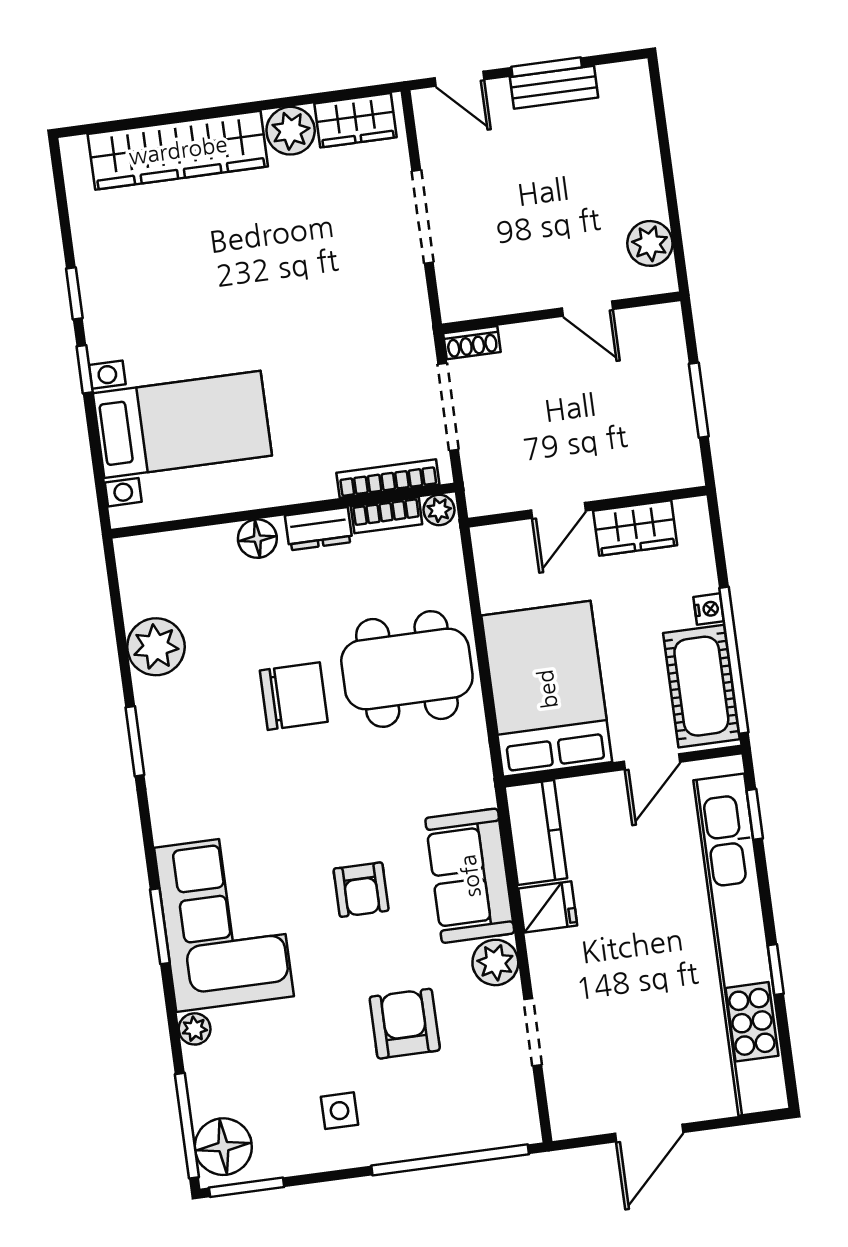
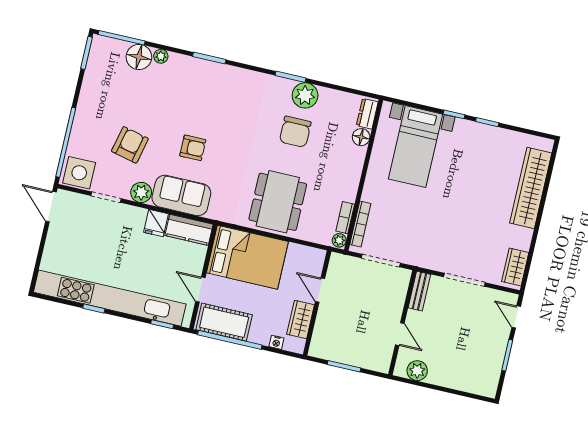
door: (459, 79) -> (516, 317), hinge flipped
bench: (554, 87) -> (419, 291), moved
plant: (291, 131) -> (521, 238), removed
door: (587, 309) -> (400, 334), swing flipped
shoe rack: (472, 343) -> (404, 281), removed
dresser: (319, 529) -> (367, 114), moved
floor lamp: (257, 539) -> (361, 137), moved
nightstand: (709, 609) -> (276, 342), moved
plant: (156, 647) -> (305, 95), moved
chair: (294, 696) -> (295, 132), moved
armchair: (361, 890) -> (193, 148), turned 180
corner sofa: (224, 922) -> (201, 85), removed
armchair: (405, 1024) -> (130, 145), turned -77
side table: (340, 1111) -> (79, 173), moved, width x1.87, depth x1.87
door: (649, 1133) -> (51, 207), moved
floor lamp: (223, 1147) -> (139, 57), moved

